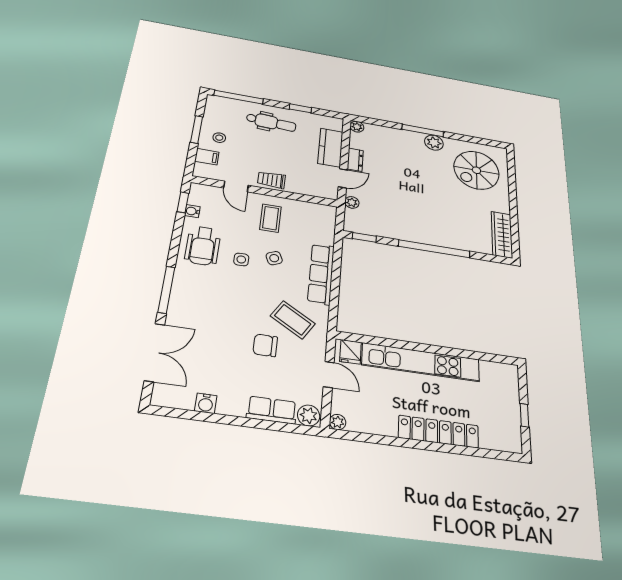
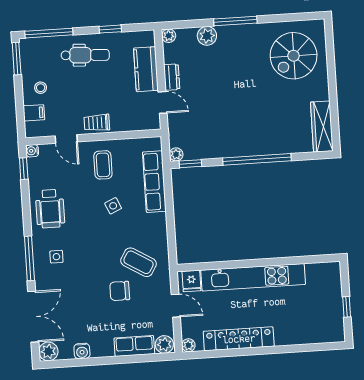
window: (197, 129) -> (17, 59), moved
plant: (434, 143) -> (207, 36), moved
door: (343, 178) -> (163, 102), hinge flipped
plant: (352, 202) -> (176, 154), moved
water cooler: (192, 211) -> (32, 151), moved
side table: (241, 259) -> (56, 257), moved
row of seats: (321, 274) -> (154, 182), moved
plant: (163, 396) -> (48, 351), added
locker: (439, 432) -> (239, 339), moved

